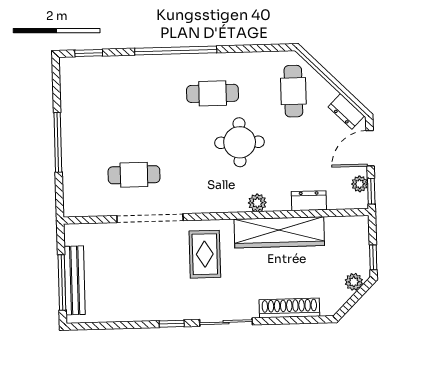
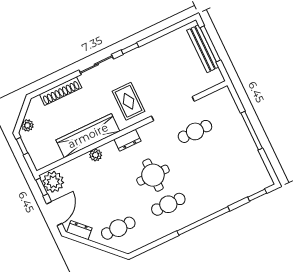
cafe table: (293, 91) -> (118, 228), turned 90
round table: (240, 142) -> (153, 175), moved
plant: (360, 184) -> (53, 182), width x1.88, depth x1.88
dresser: (309, 201) -> (127, 140), moved
plant: (257, 203) -> (96, 155), moved

